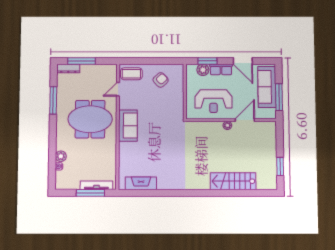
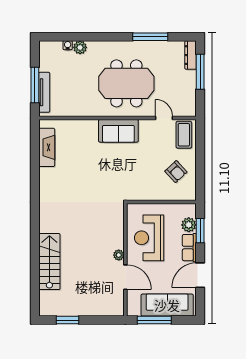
meeting table: (90, 119) -> (126, 83), turned 90

